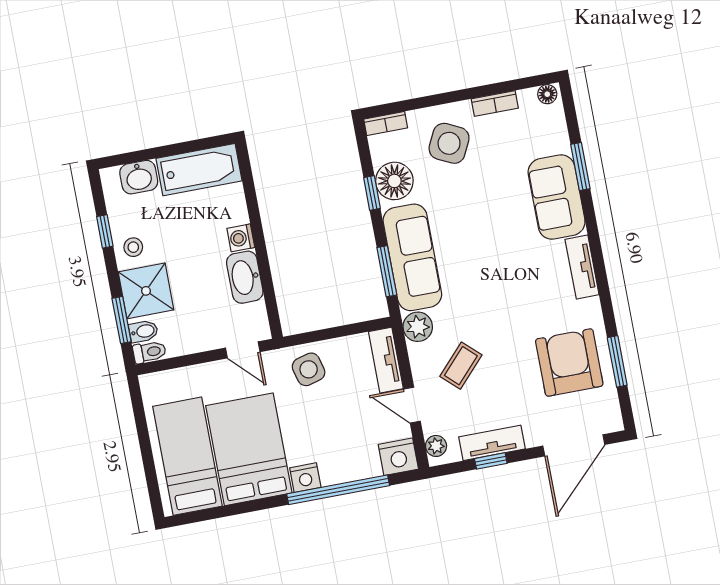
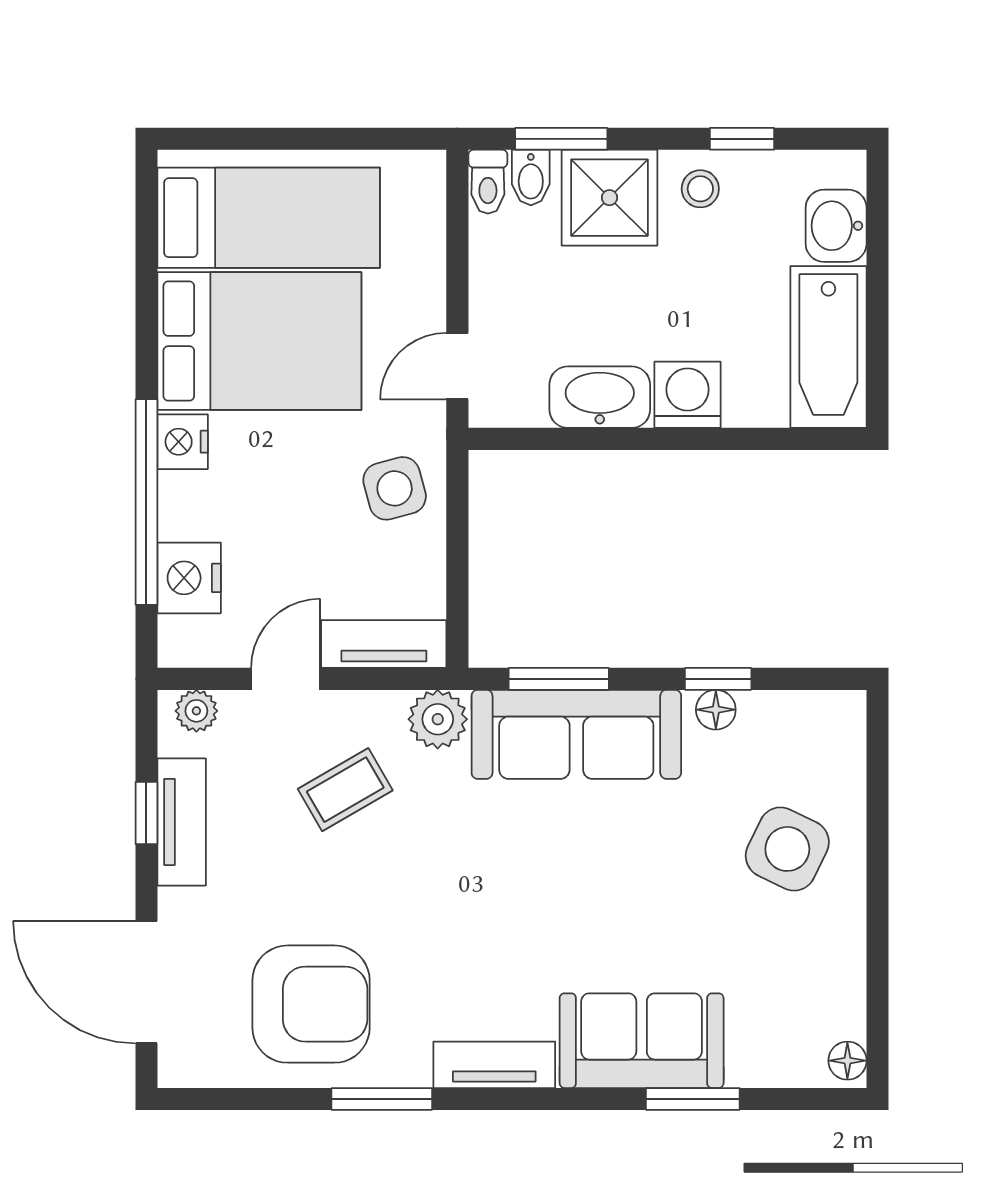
bookcase: (495, 104) -> (849, 954), removed
bookcase: (386, 123) -> (850, 732), removed
floor lamp: (394, 181) -> (716, 710), width x0.53, depth x0.53
washing machine: (241, 238) -> (688, 395), width x1.38, depth x1.38
window: (617, 361) -> (382, 1099), moved
coffee table: (461, 366) -> (345, 790), turned -73
nightstand: (398, 457) -> (189, 578), moved

